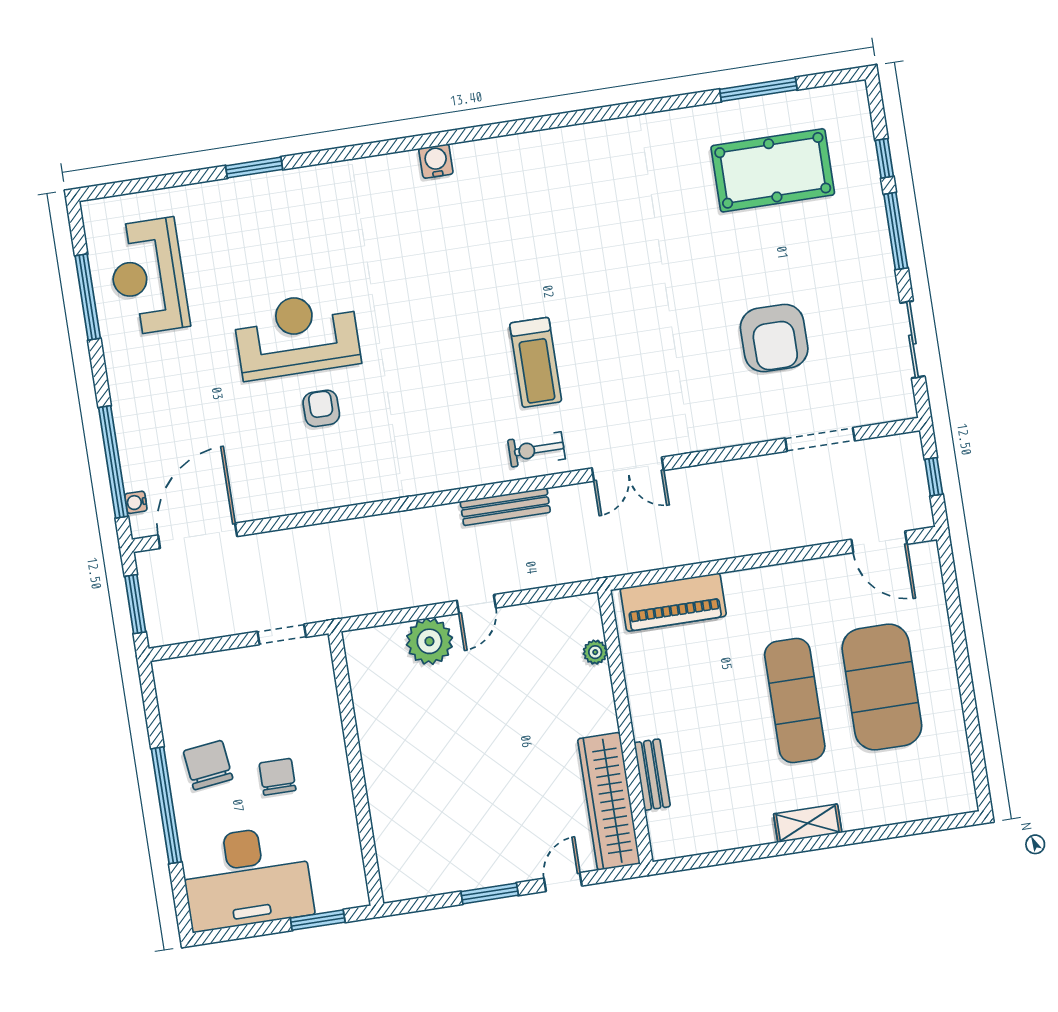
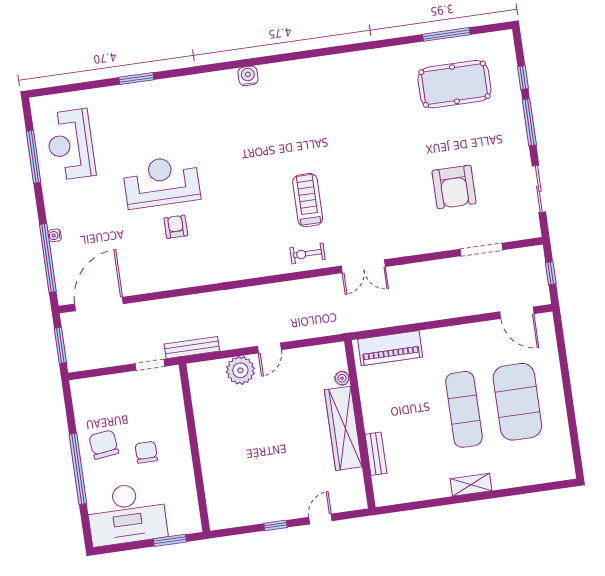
treadmill: (536, 362) -> (308, 200), turned 180
water cooler: (136, 502) -> (55, 235), moved
bench: (505, 507) -> (192, 348), moved
wardrobe: (609, 801) -> (343, 428), moved
window: (490, 893) -> (275, 525), width x0.67

